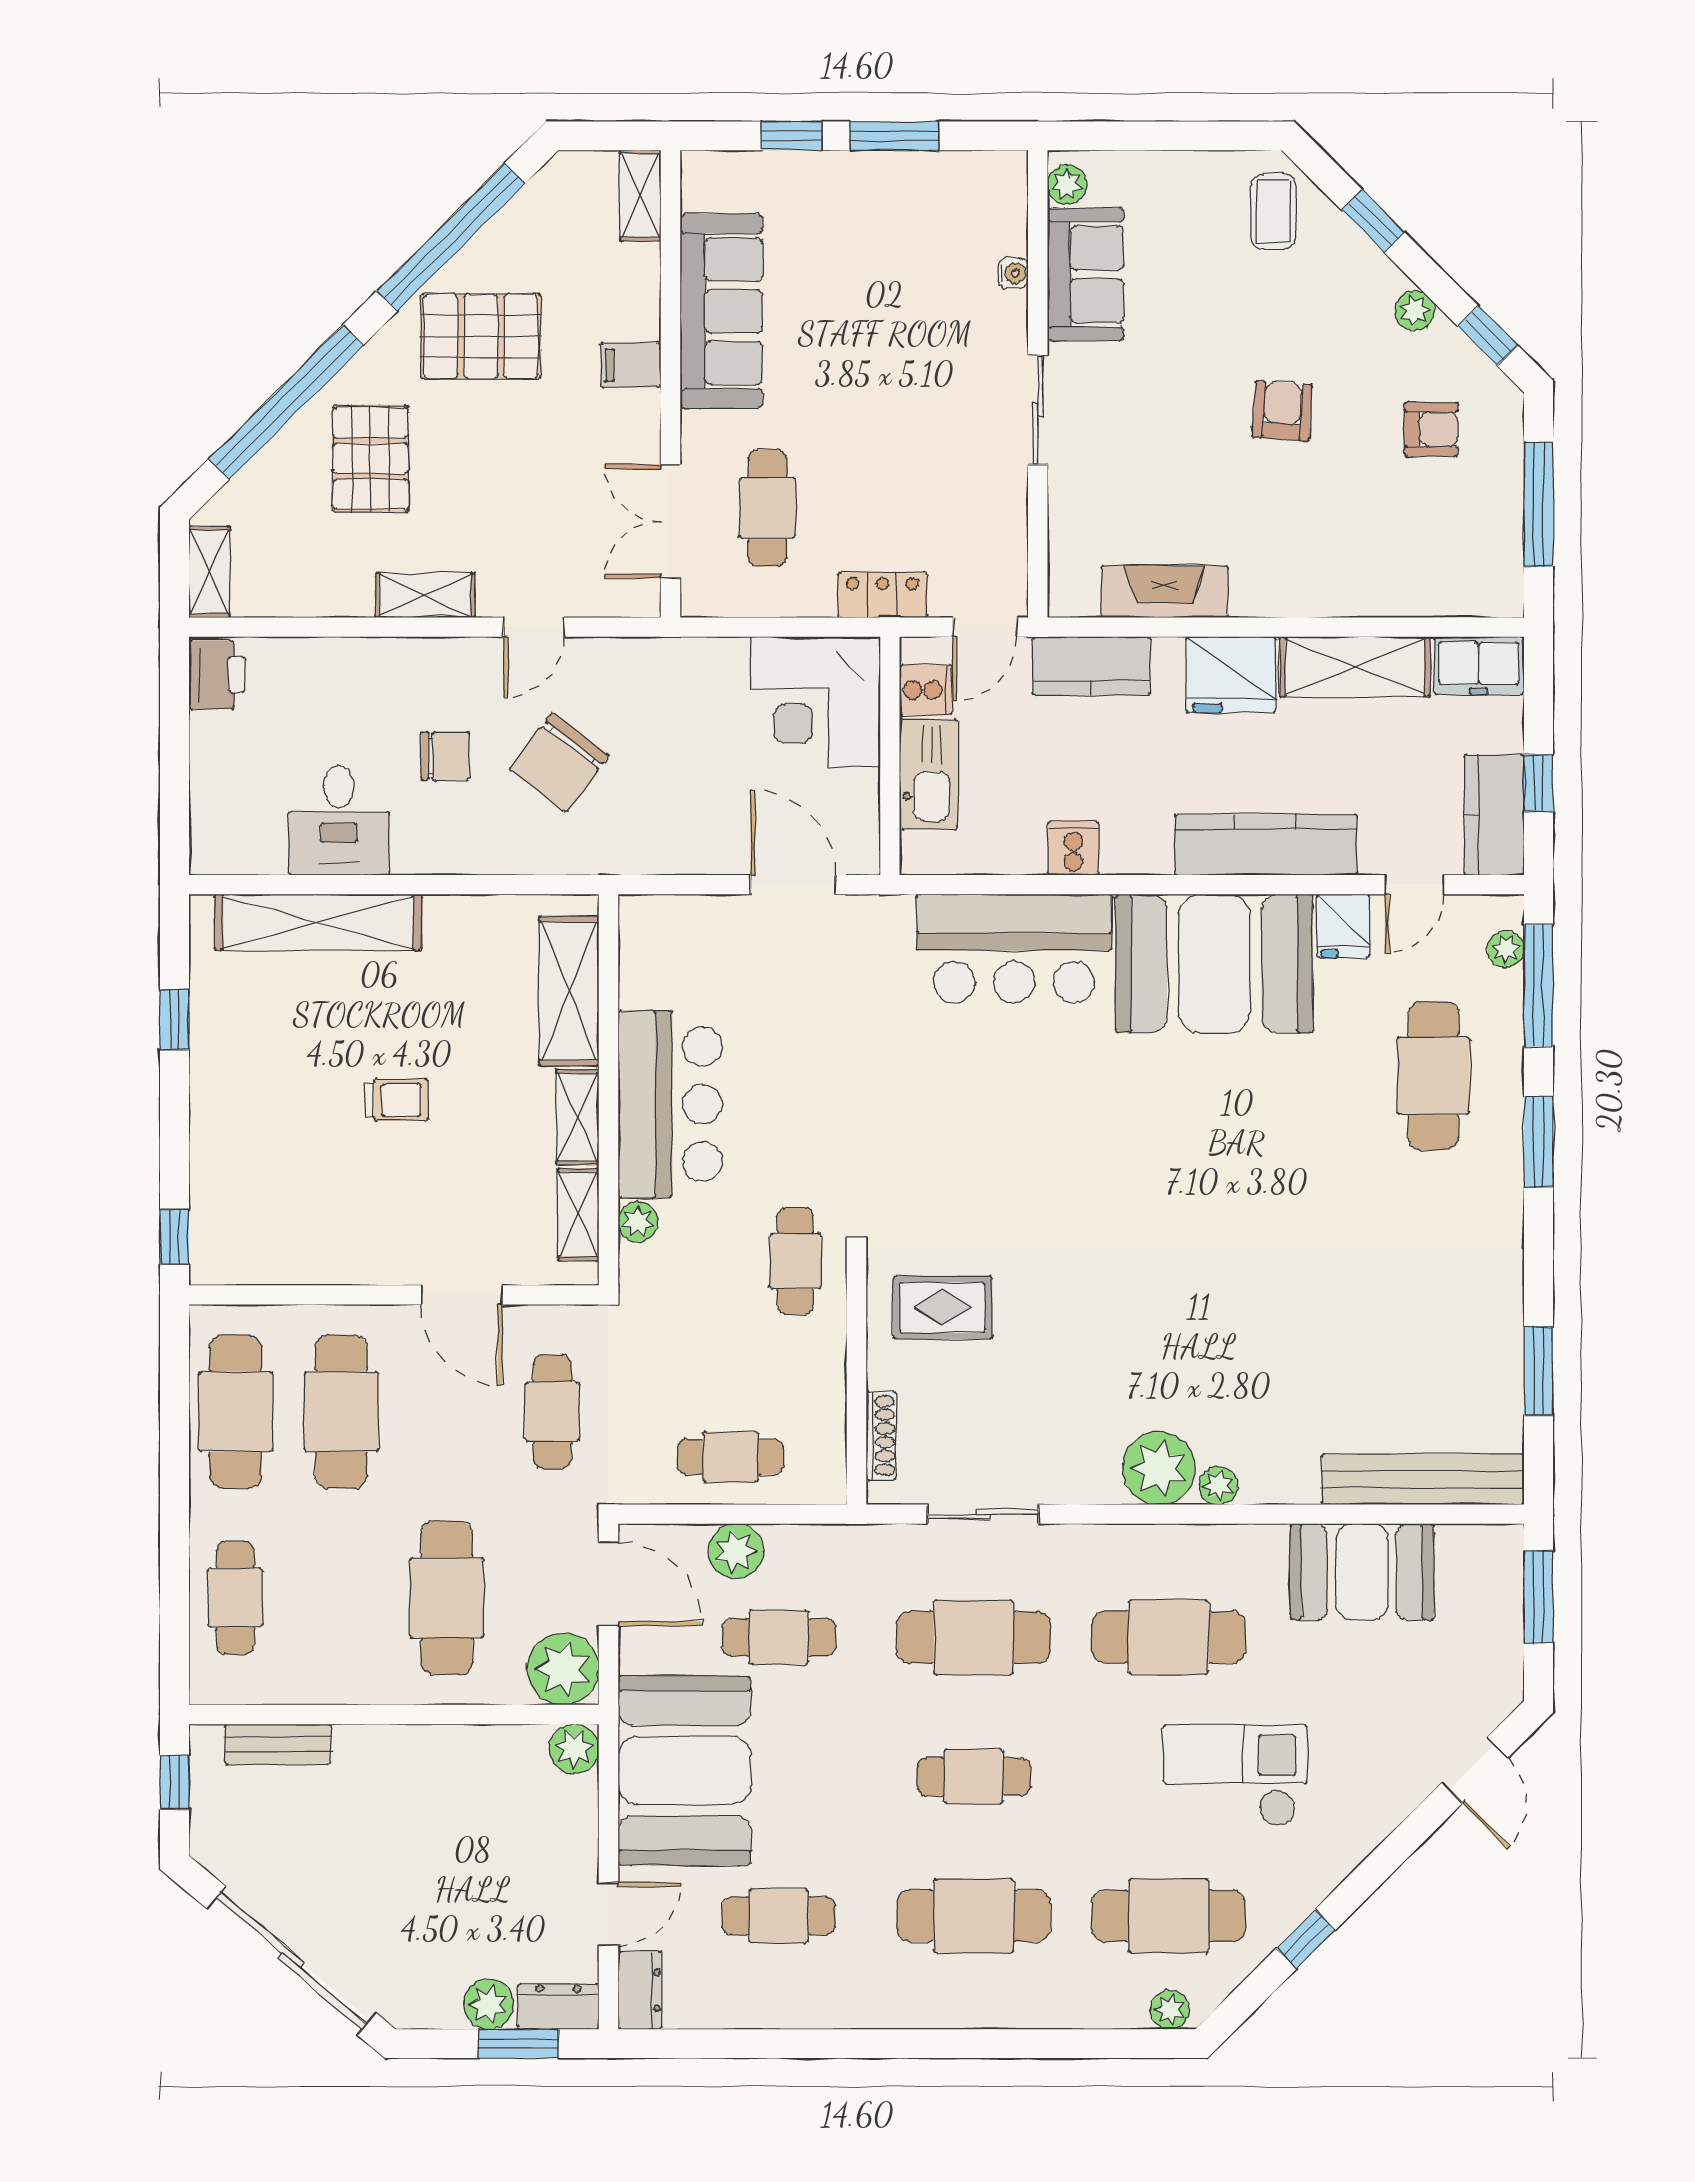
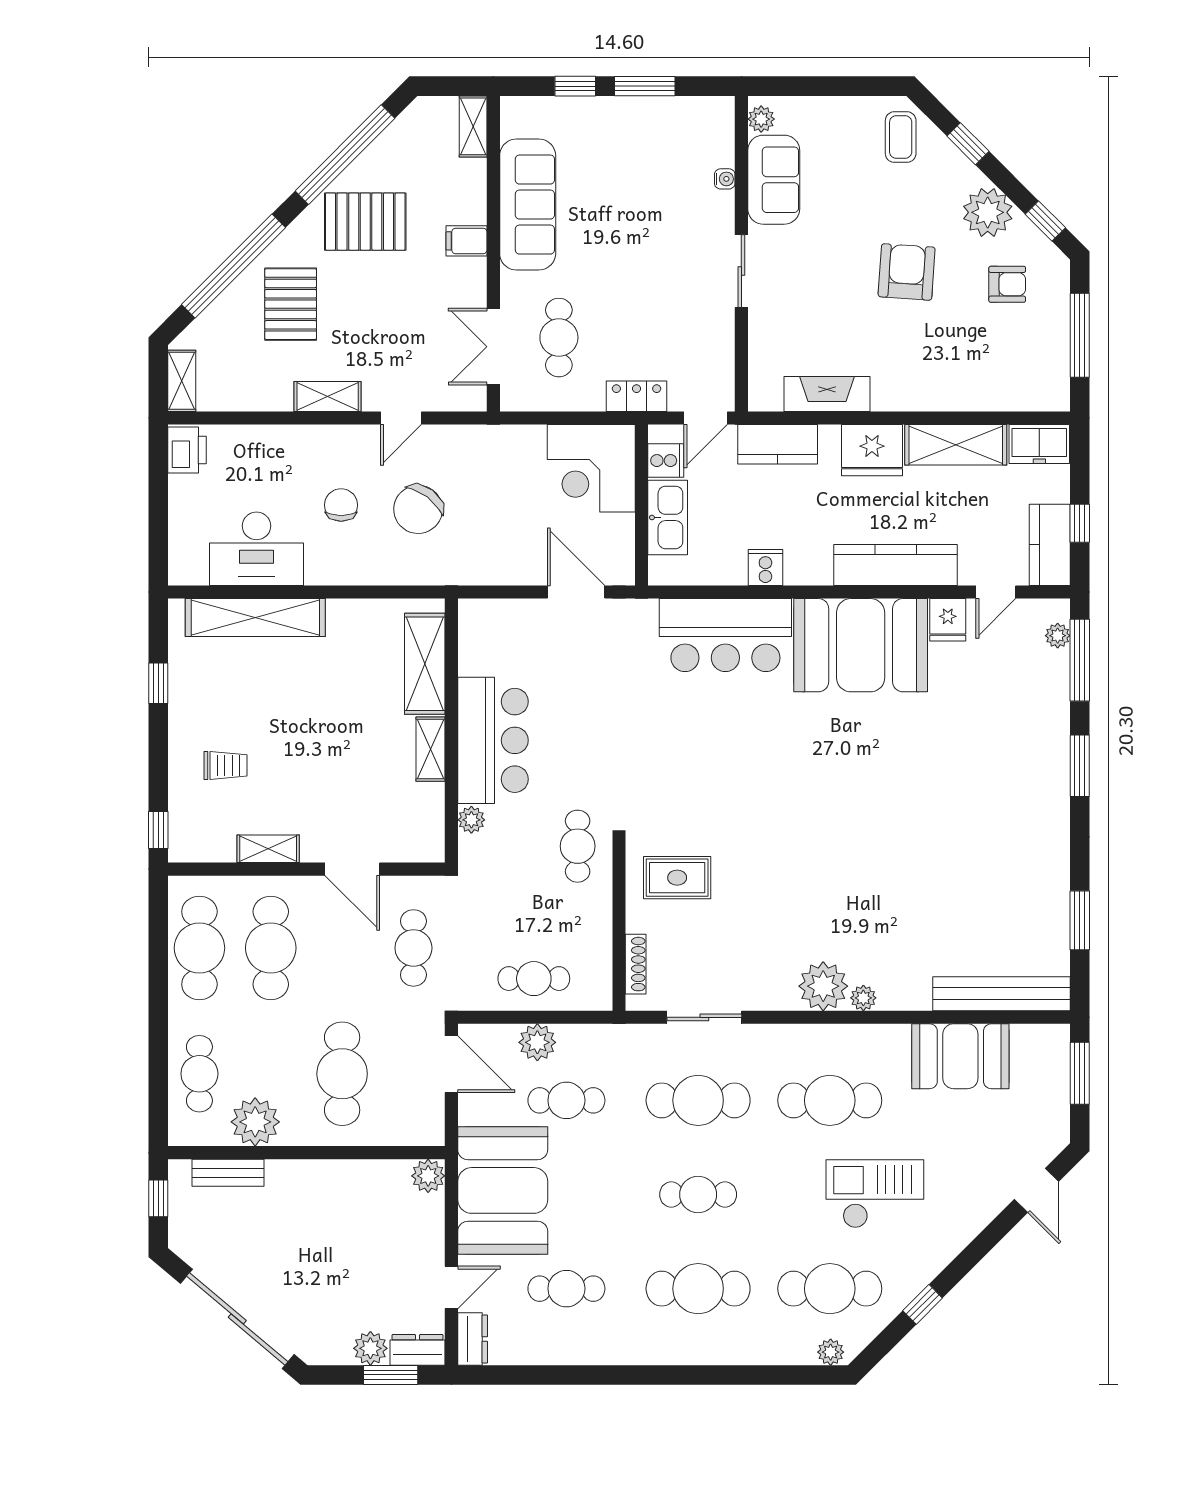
plant: (1415, 311) -> (988, 212), width x1.88, depth x1.88
armchair: (1282, 411) -> (907, 272), width x1.38, depth x1.38
chair: (445, 756) -> (341, 505), turned -90
desk: (339, 821) -> (256, 549), width x1.37
cafe table: (1433, 1076) -> (1009, 721), removed
trolley: (397, 1100) -> (226, 765), moved
shelving: (578, 1214) -> (268, 849), moved, turned 90
plant: (563, 1669) -> (255, 1122), moved

